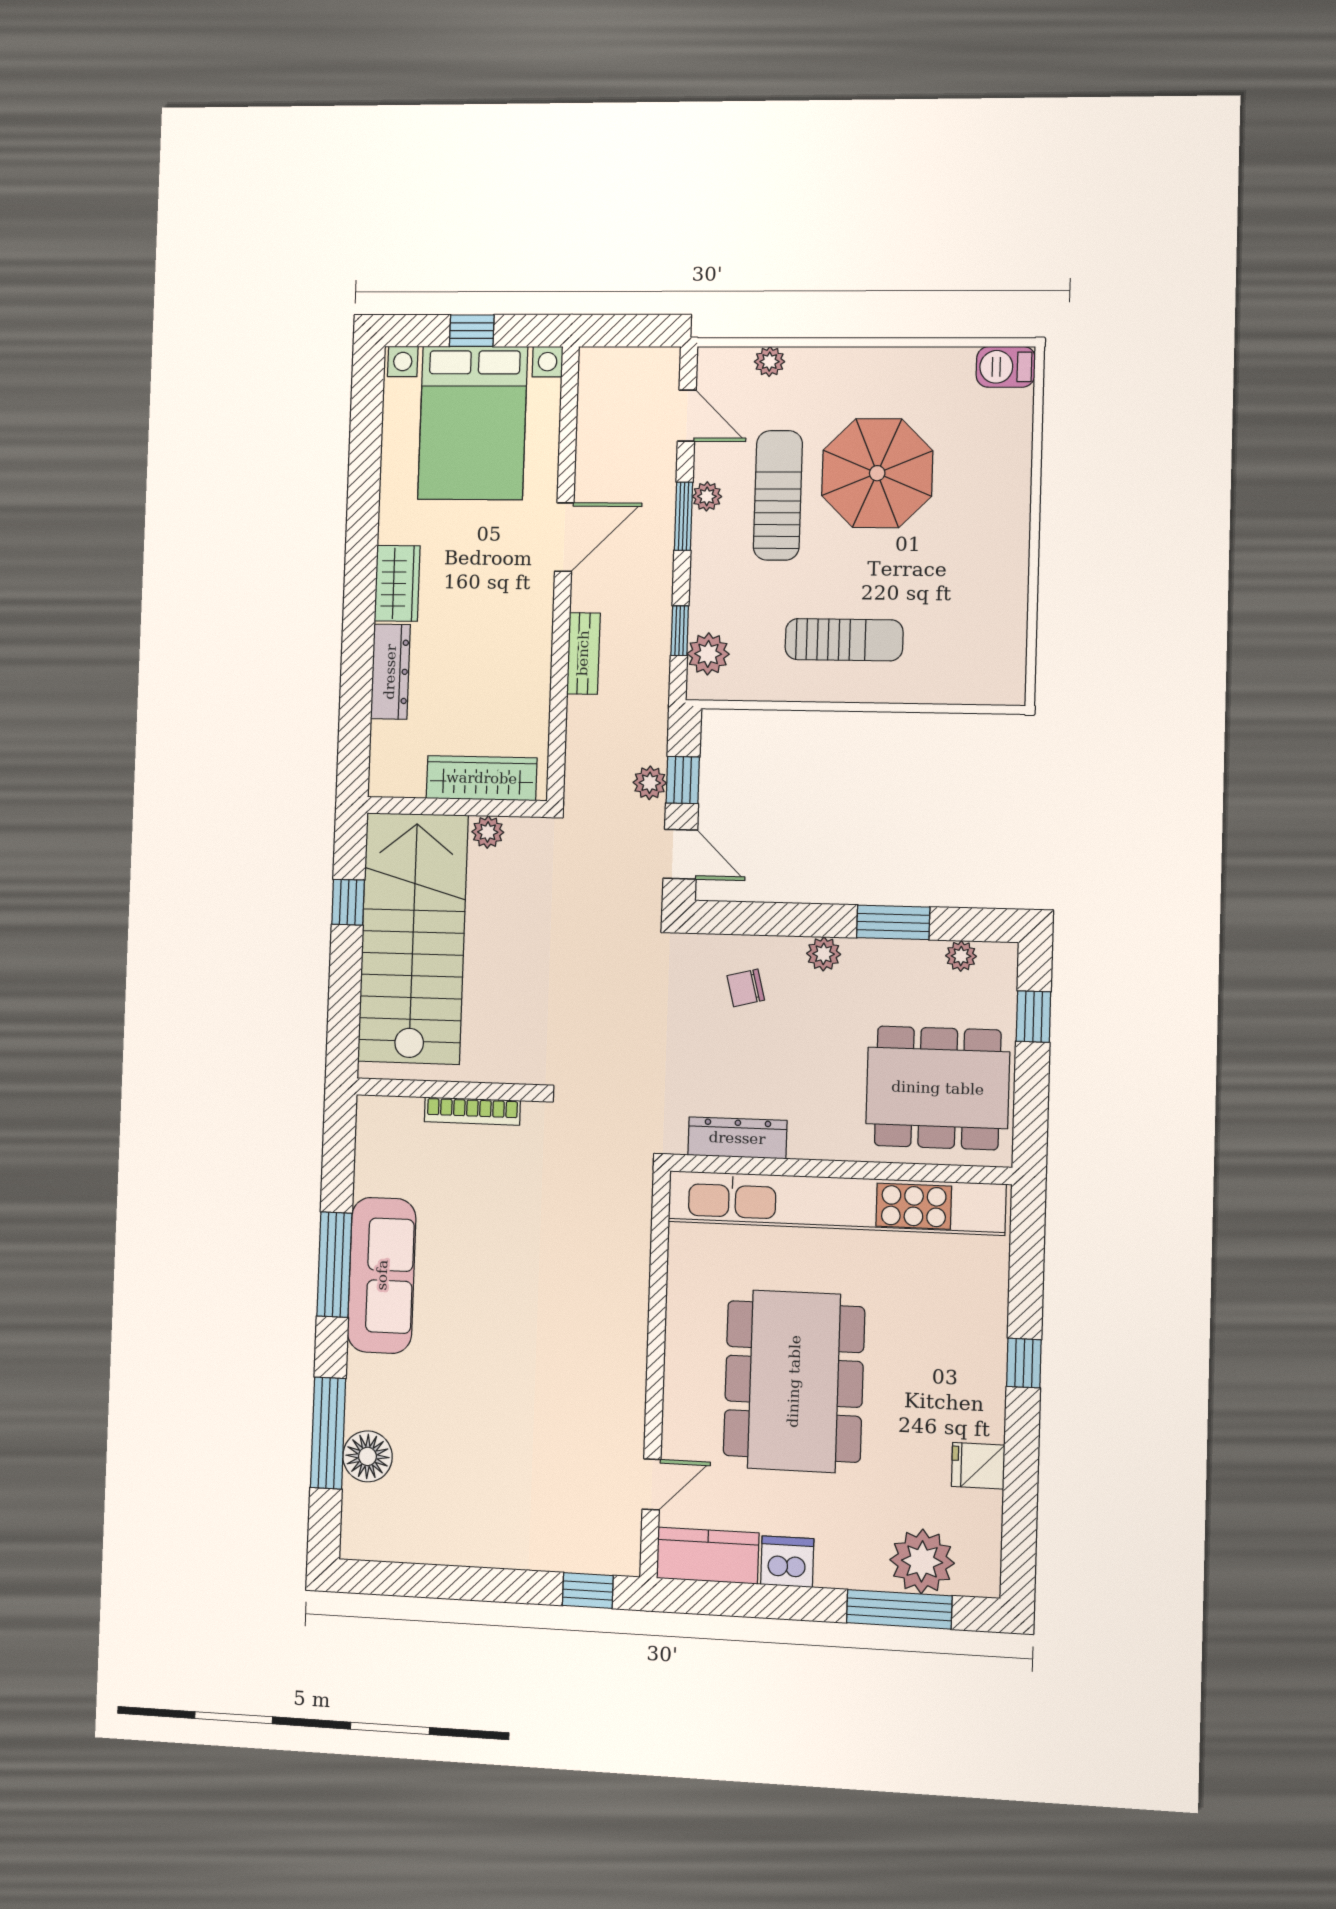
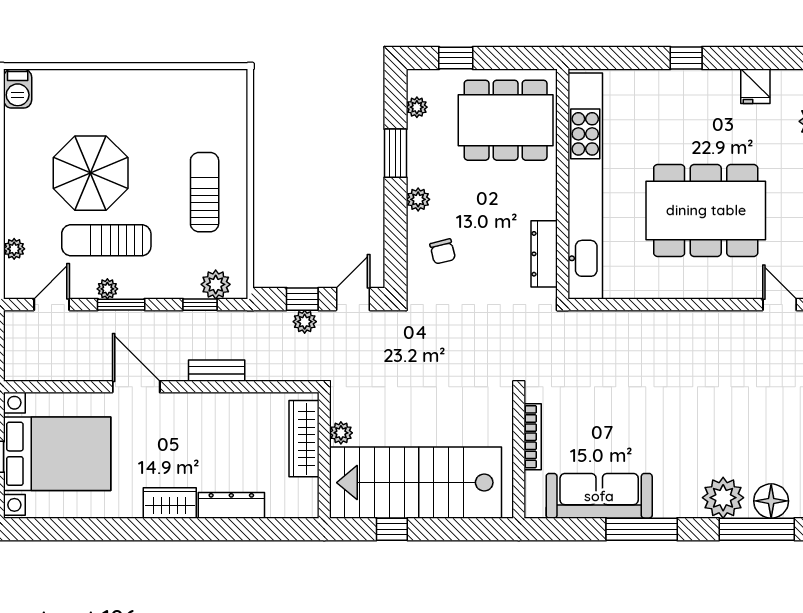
dining table: (938, 1088) -> (506, 120), turned 90
sofa: (382, 1275) -> (599, 496), moved
plant: (375, 1386) -> (723, 498), added

